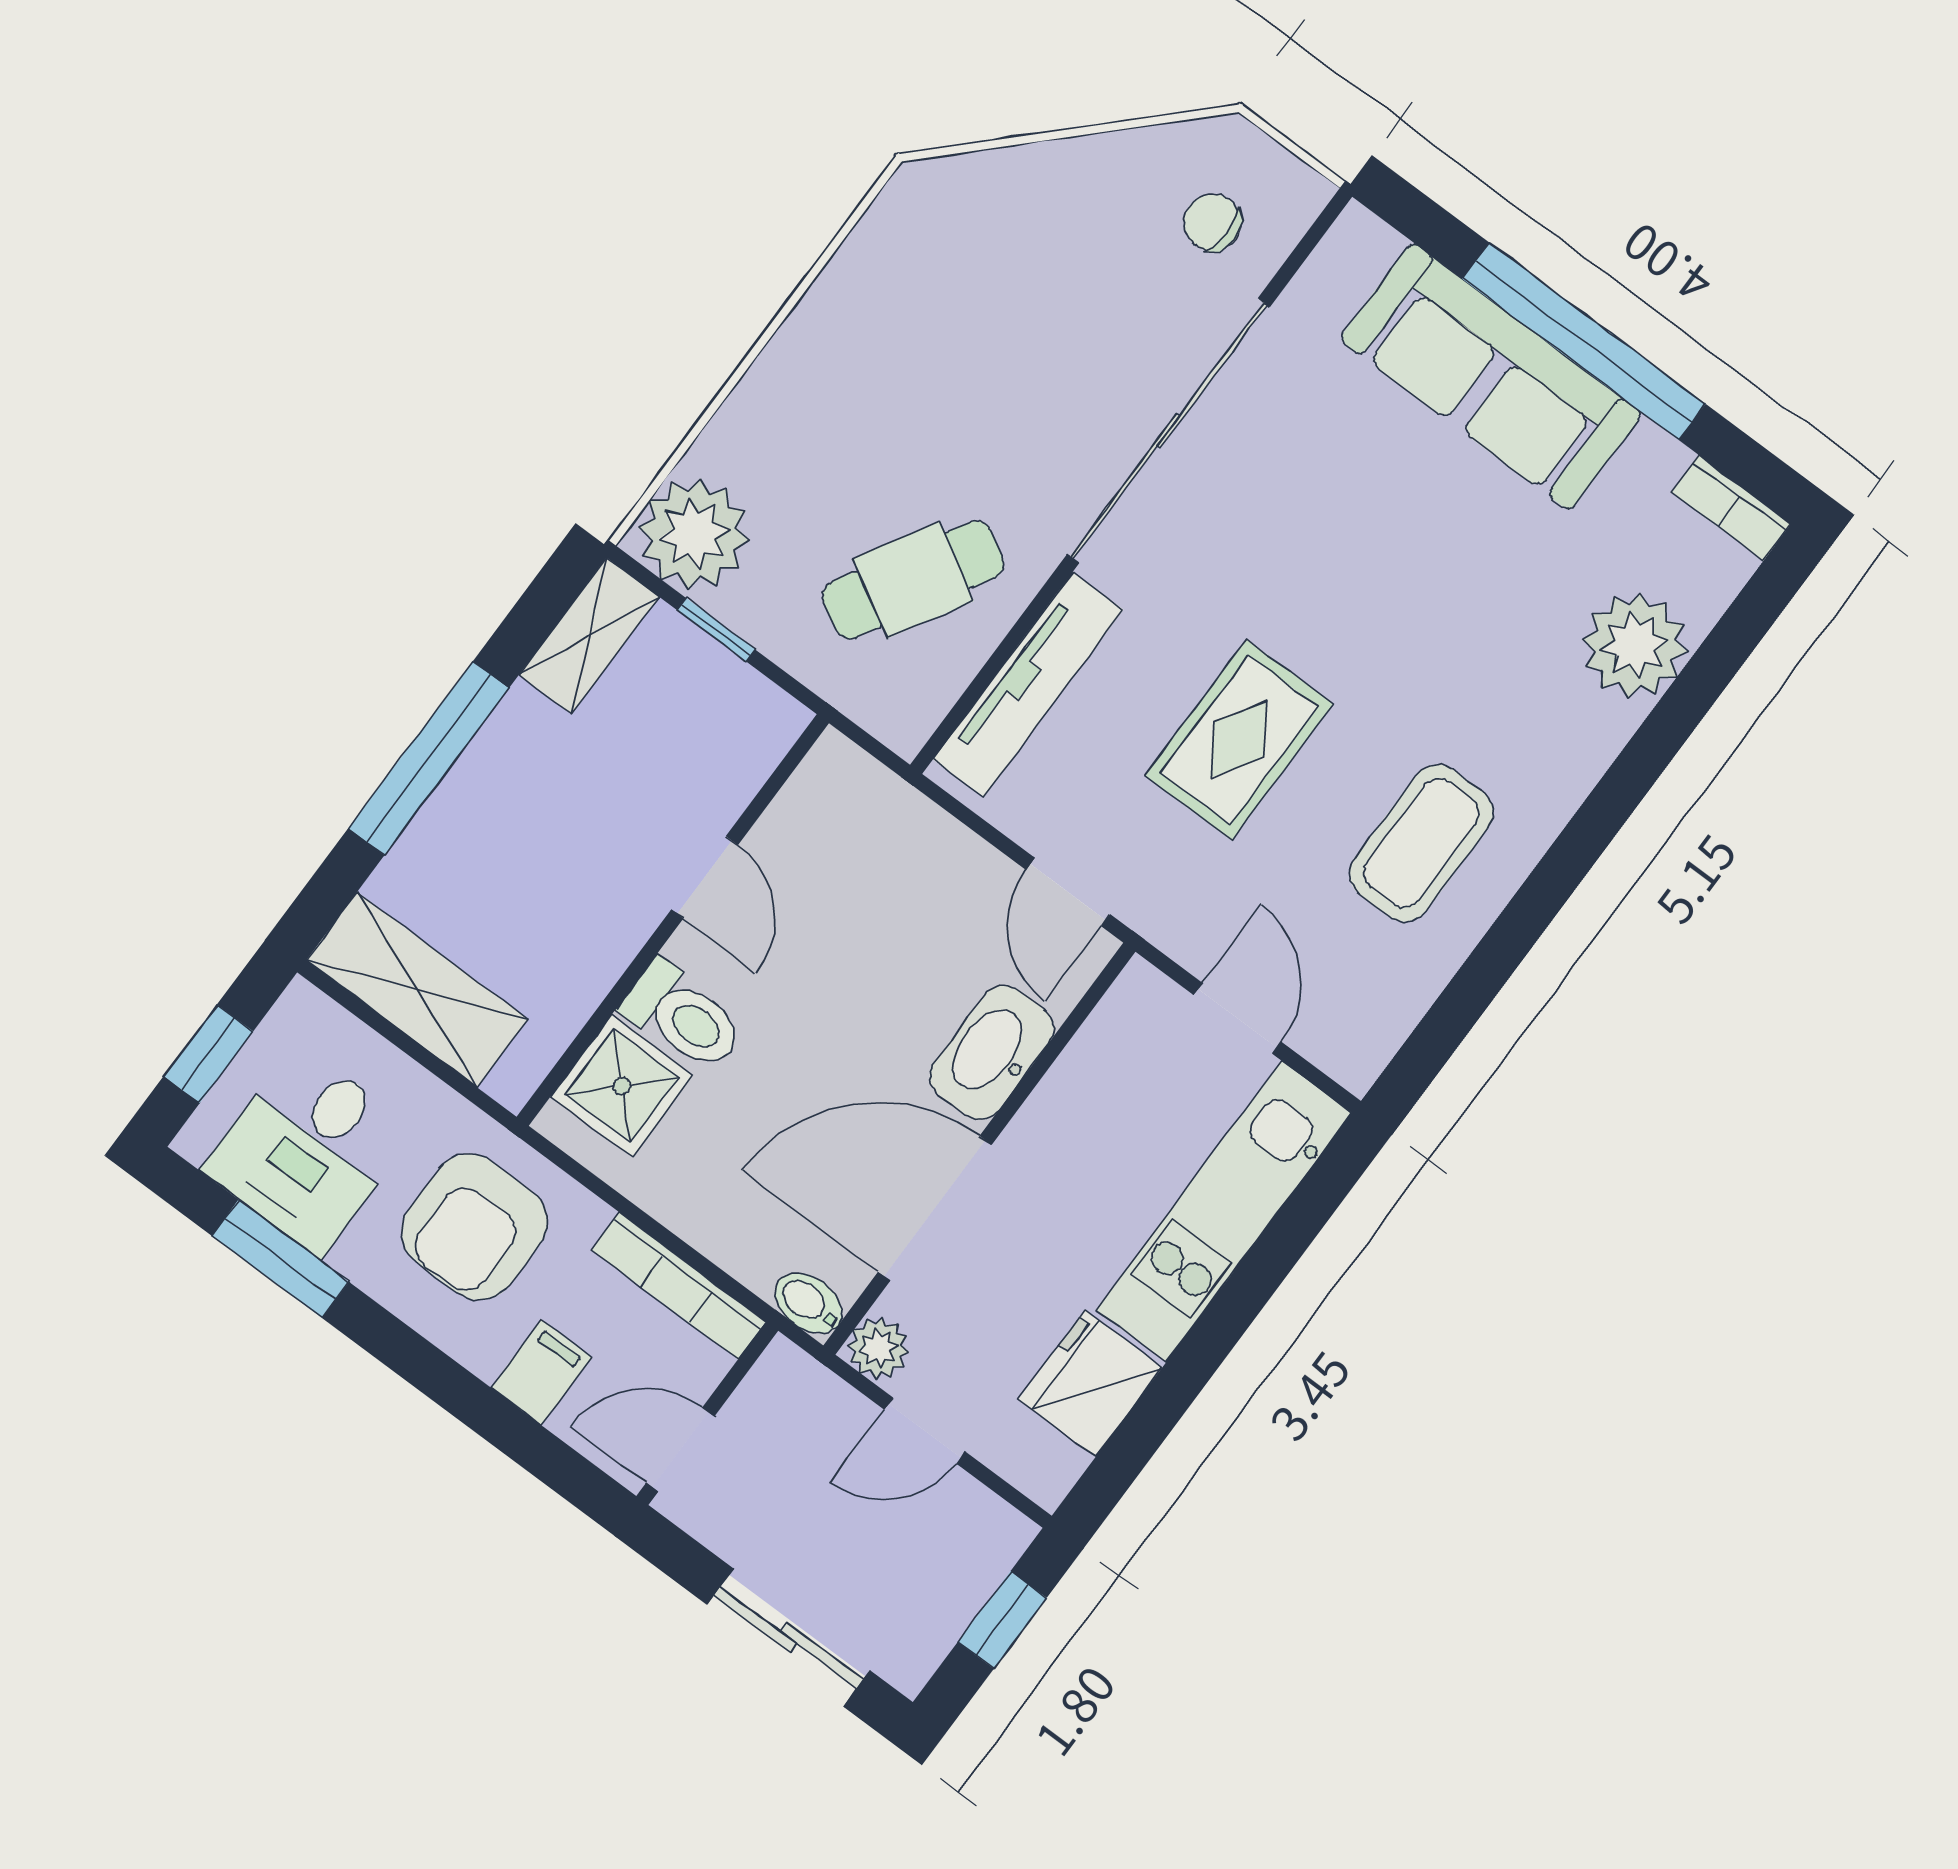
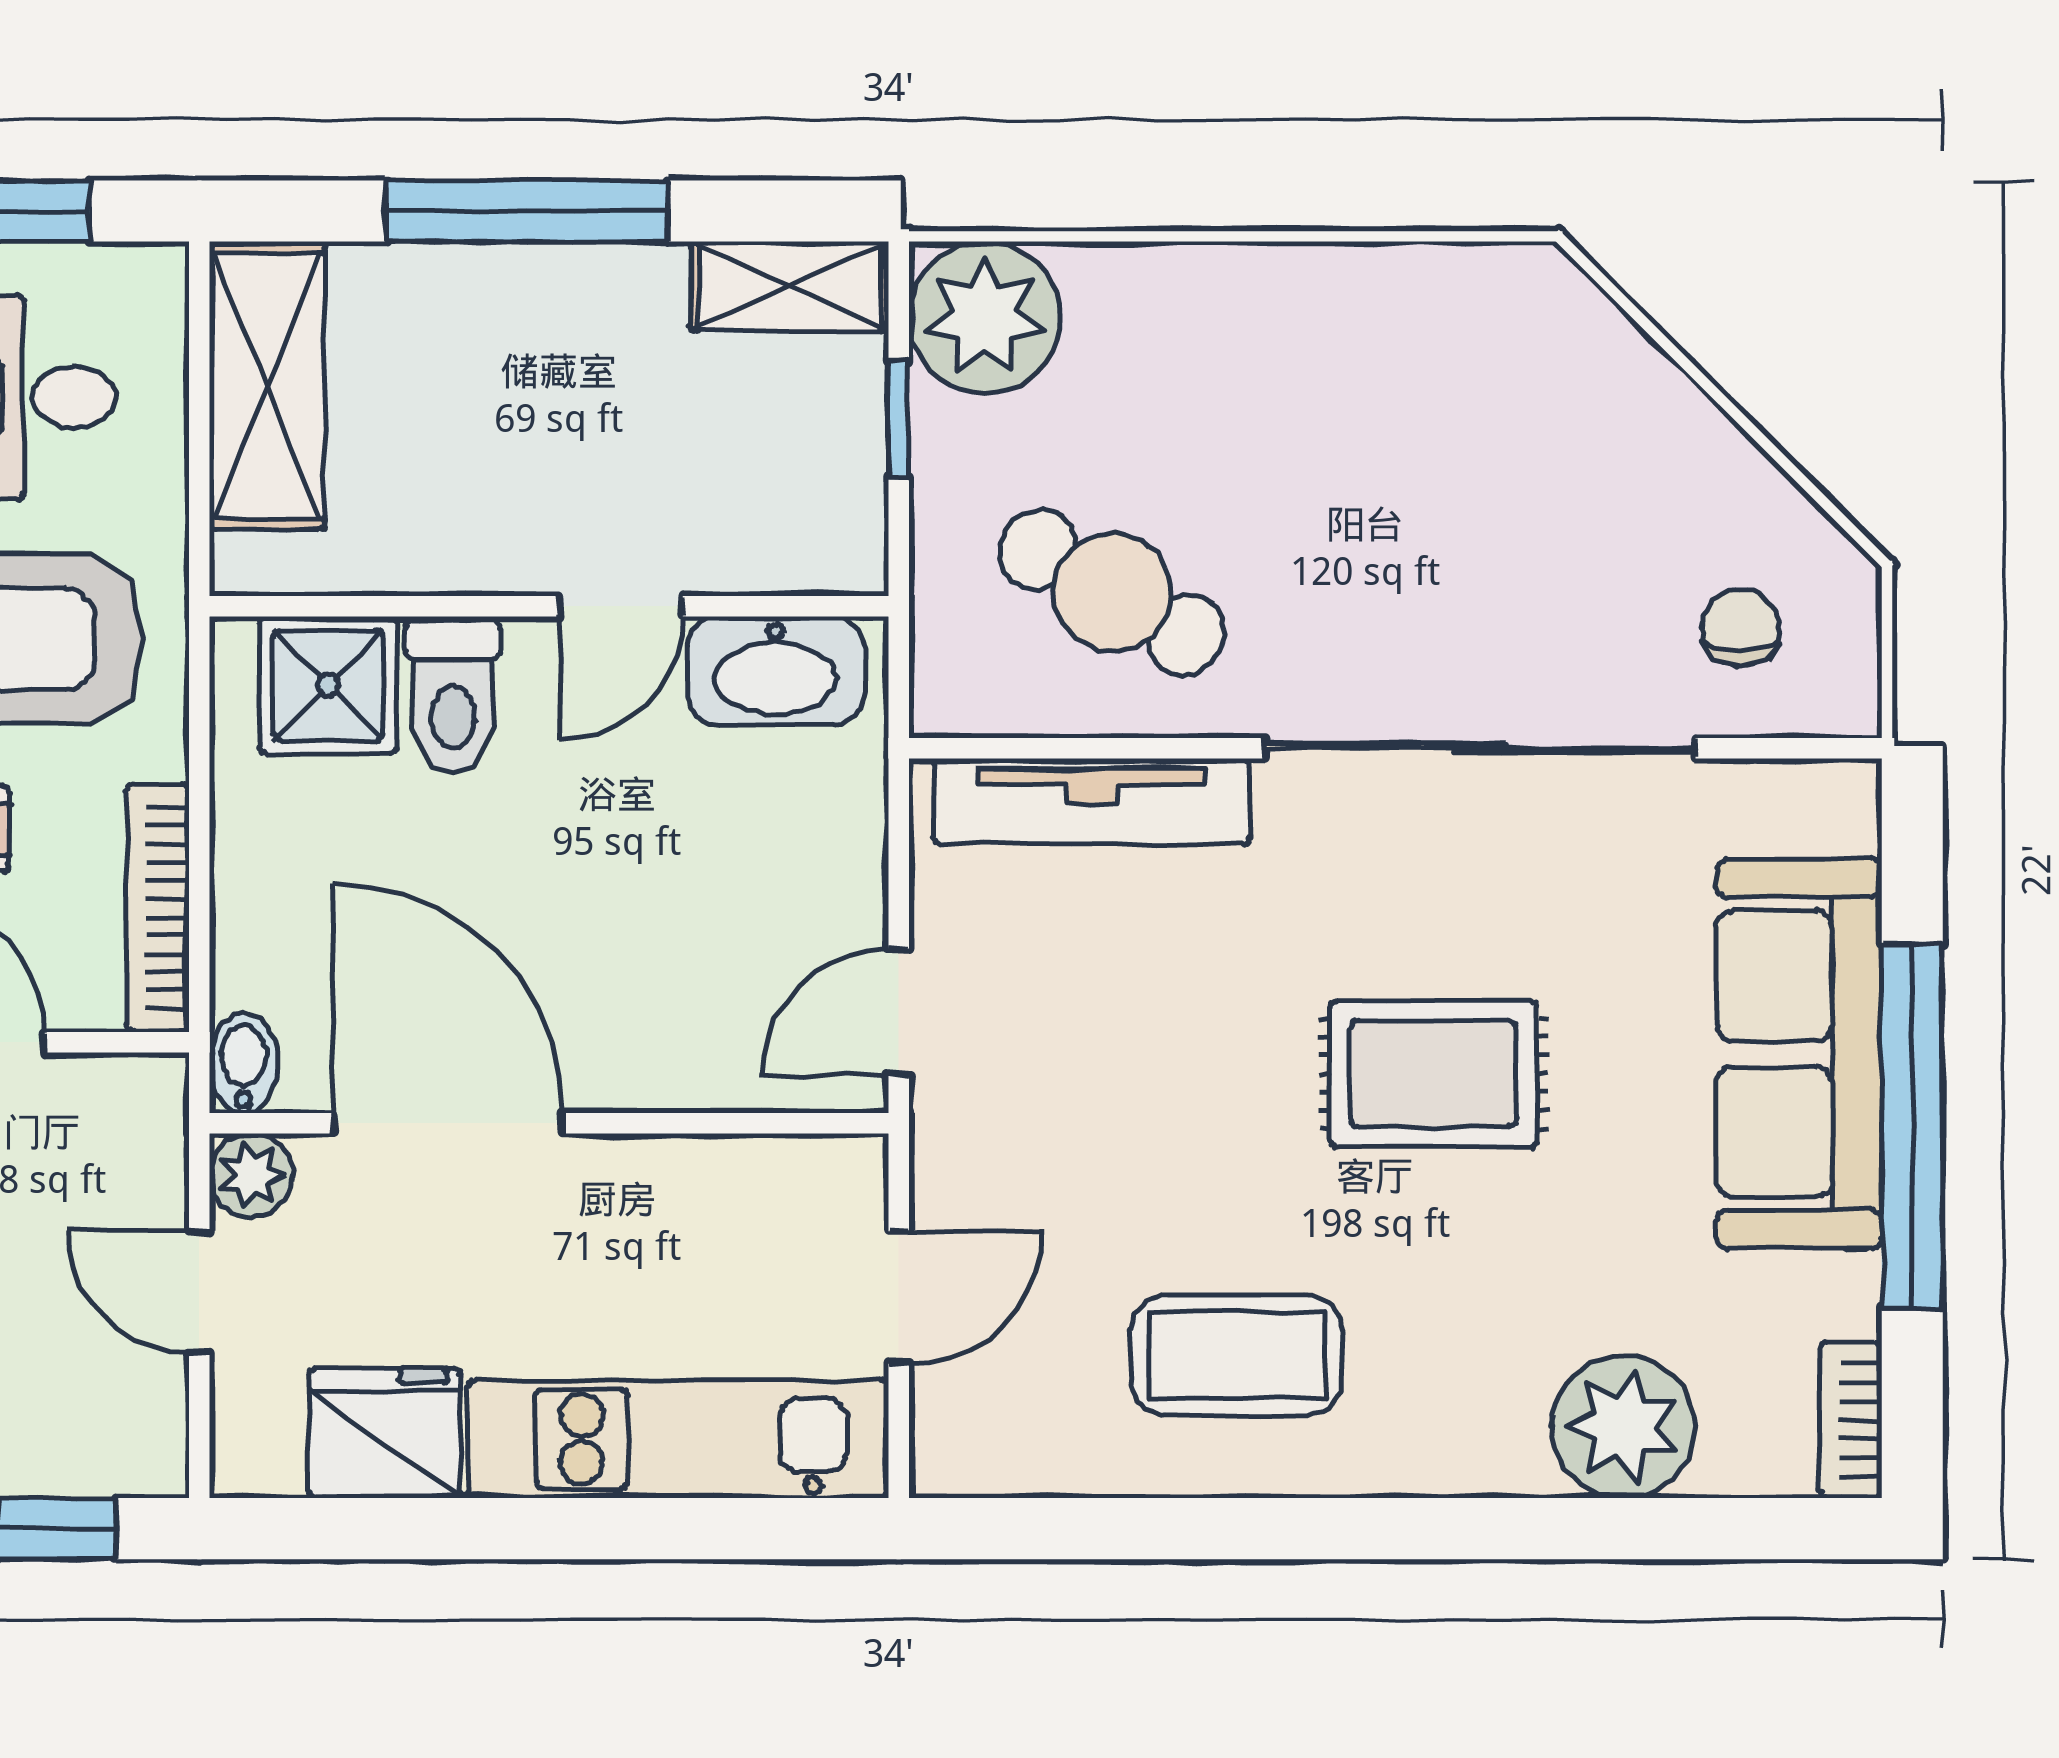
rug: (1239, 740) -> (1434, 1074), moved
washbasin: (992, 1052) -> (775, 671), moved, turned 180

